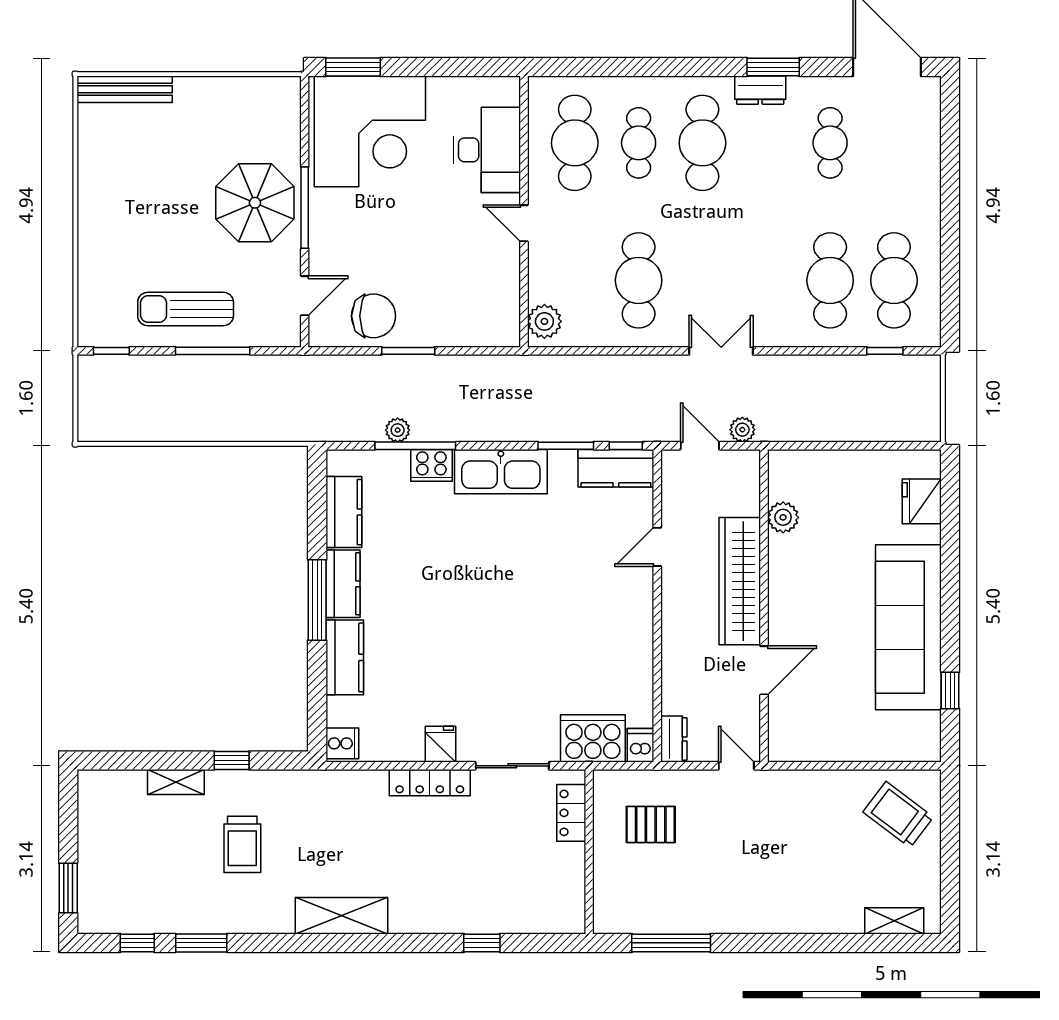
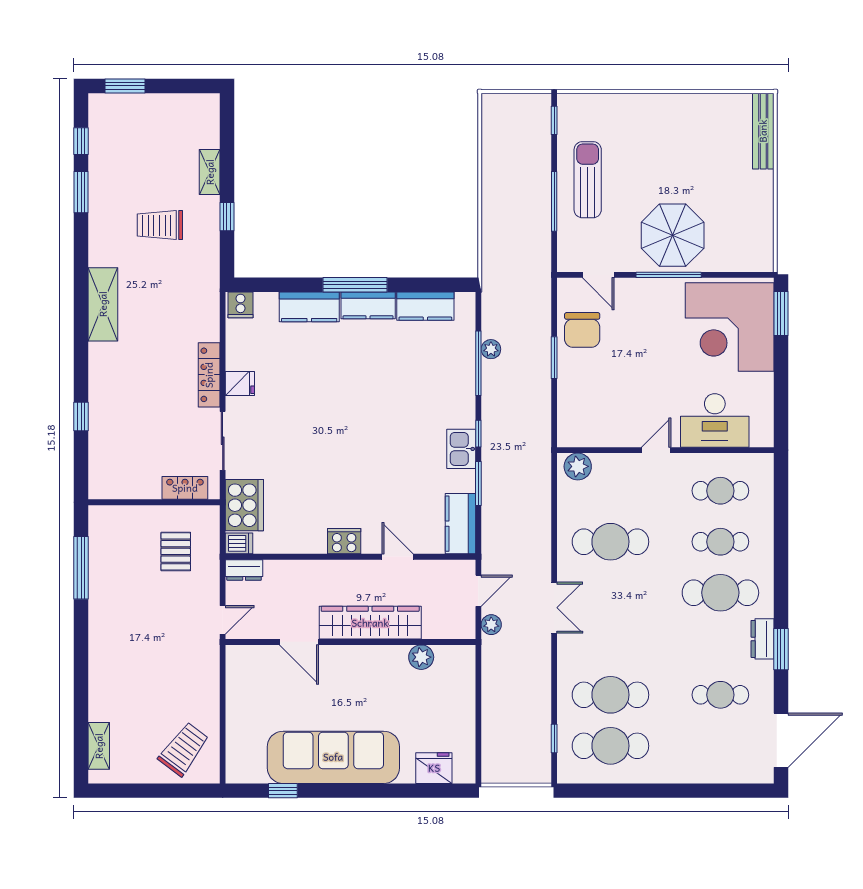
cafe table: (575, 143) -> (720, 491), width x0.73, depth x0.74
window: (626, 446) -> (478, 434), moved
cooker: (431, 465) -> (344, 541), moved, turned 90
kitchen sink: (501, 472) -> (461, 449), width x0.53, depth x0.81

